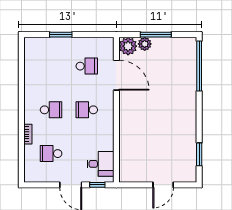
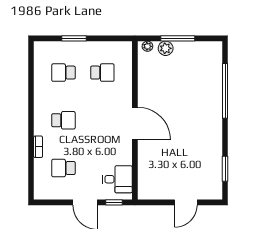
plant: (128, 46) -> (147, 46), width x0.53, depth x0.53
window: (199, 66) -> (225, 91), moved
door: (116, 75) -> (135, 123), moved
school desk: (87, 110) -> (63, 73), moved

